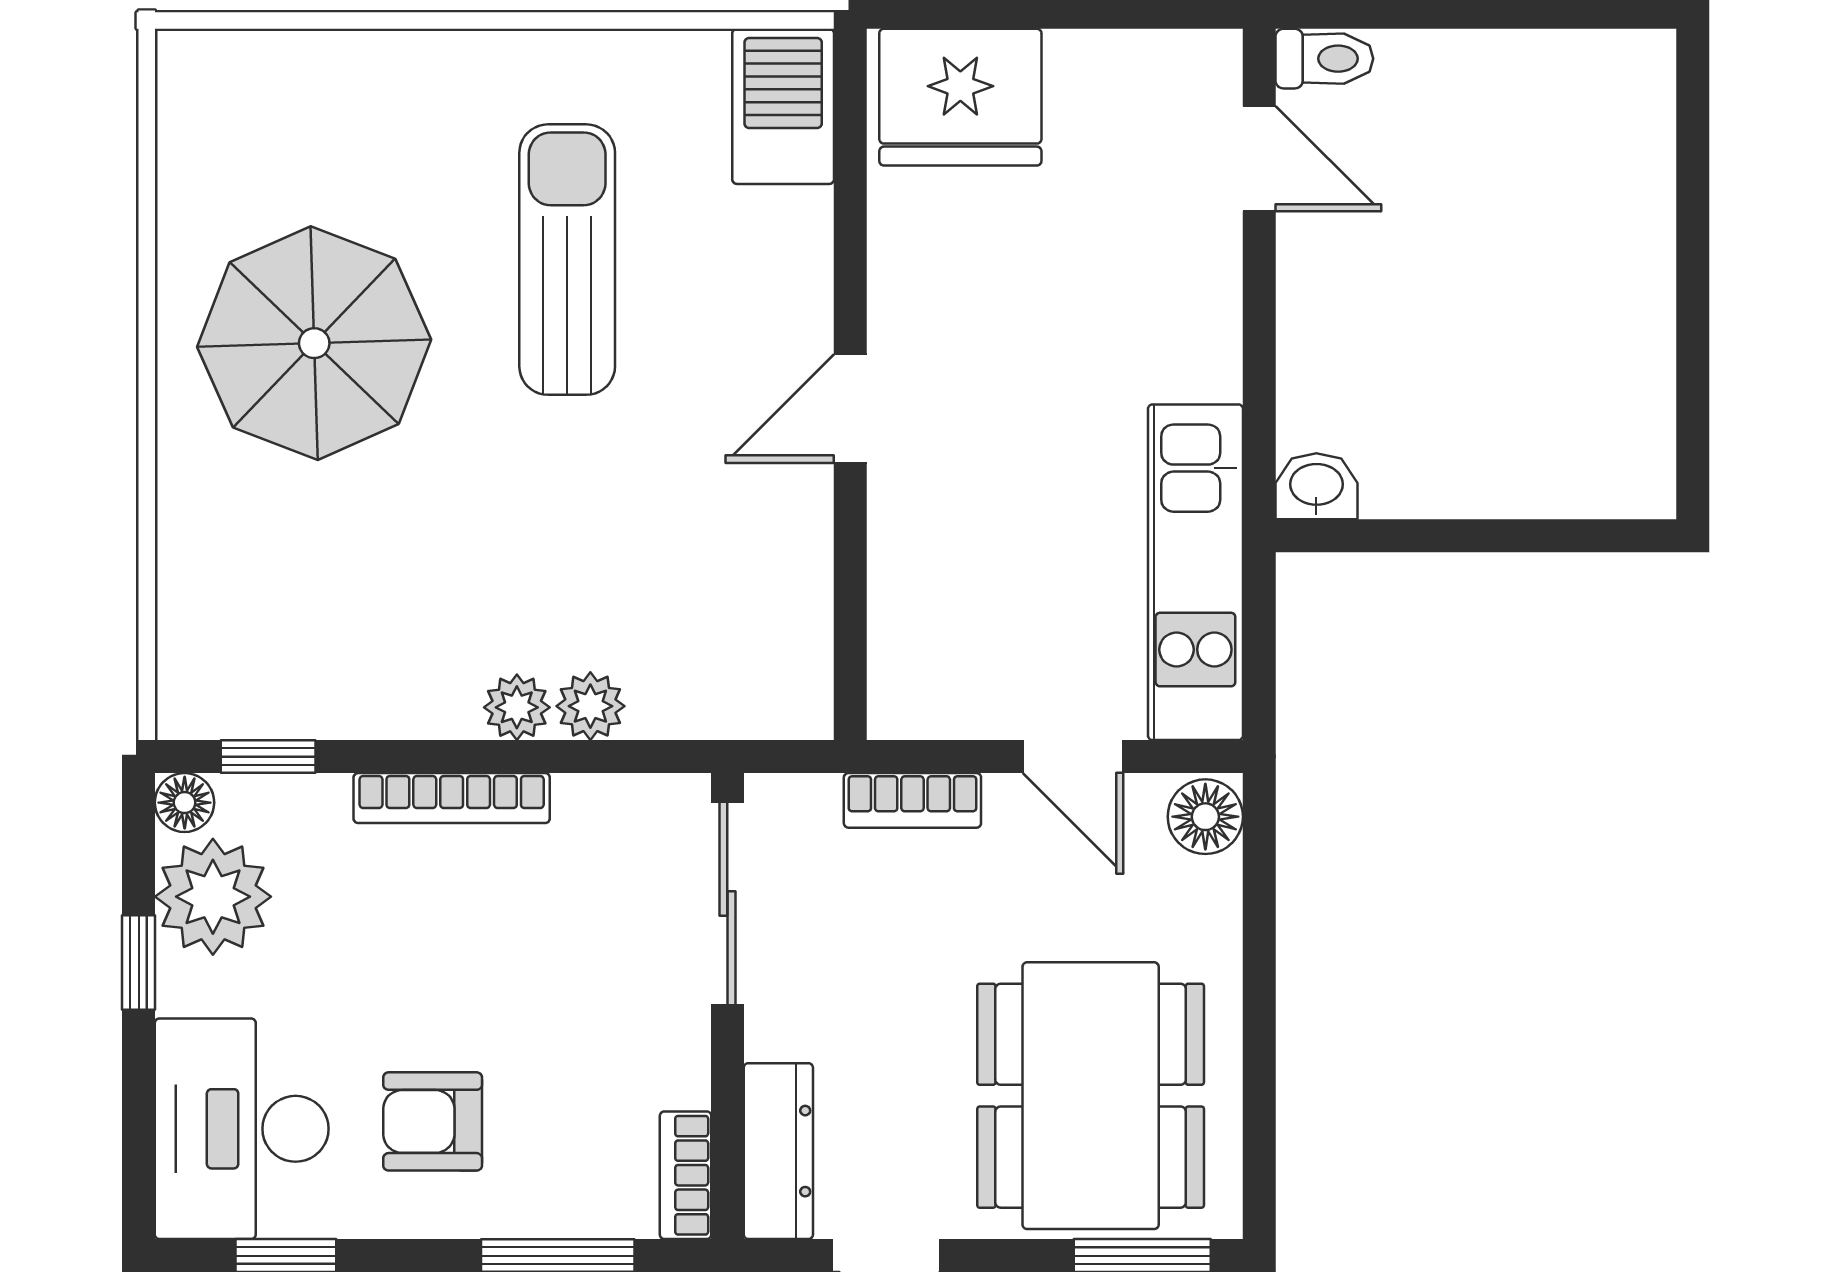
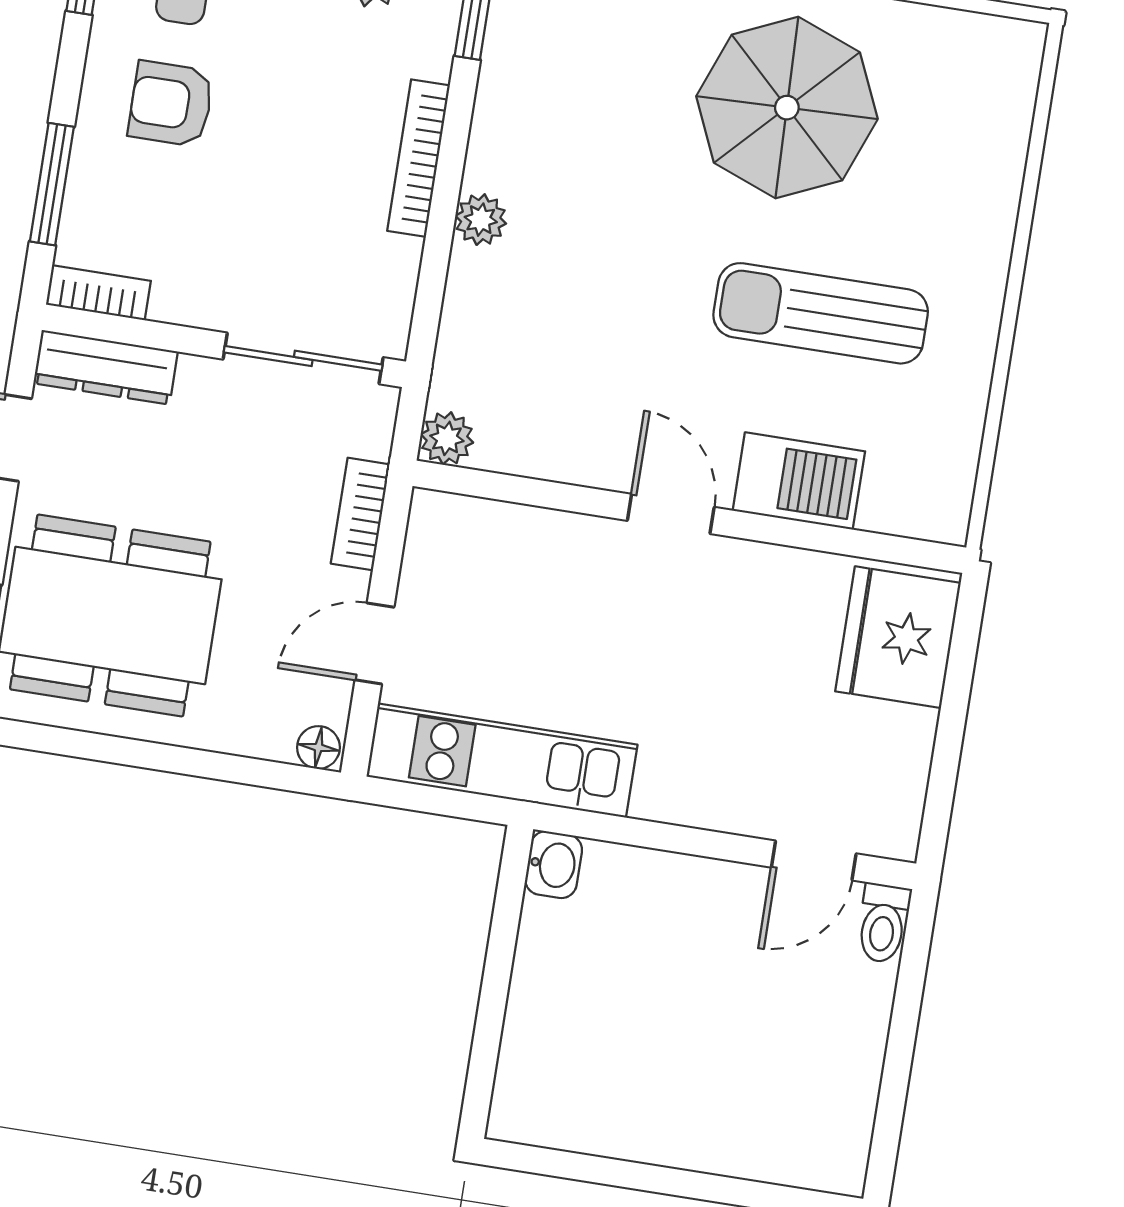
barbecue: (783, 106) -> (799, 481), moved
sun lounger: (567, 260) -> (821, 313), turned 180
plant: (590, 706) -> (447, 438), moved
floor lamp: (1205, 817) -> (318, 747), width x0.73, depth x0.73
armchair: (433, 1121) -> (171, 104), turned -90

